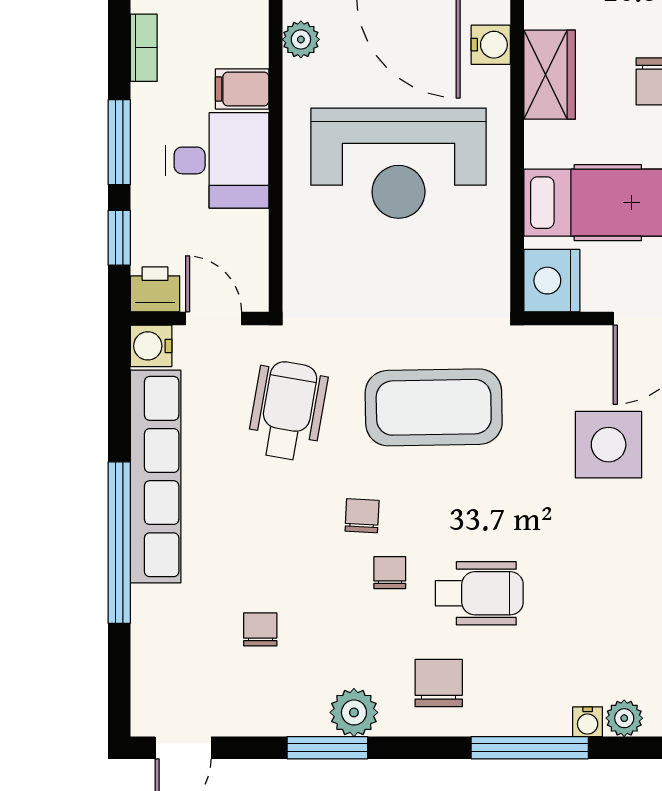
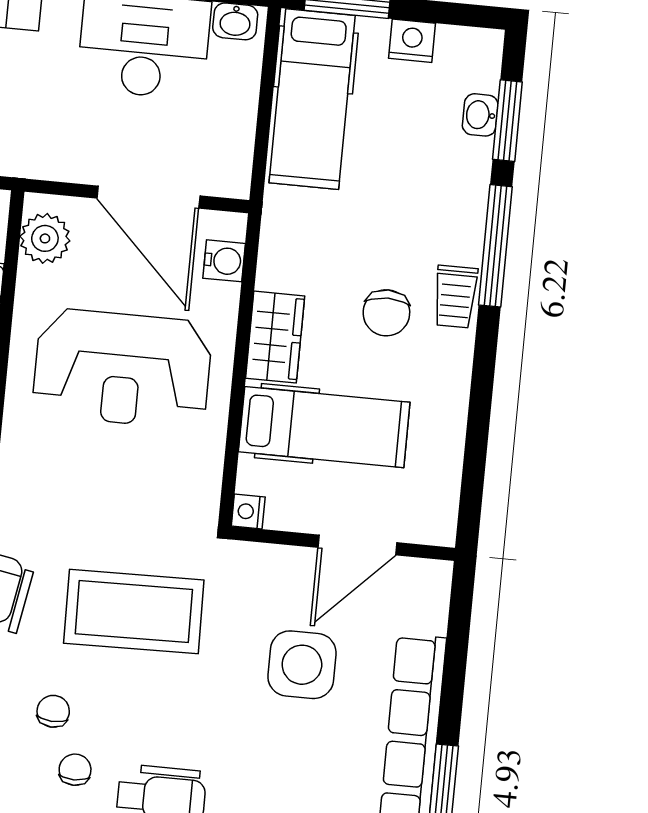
plant: (301, 39) -> (45, 238), width x1.38, depth x1.38
wardrobe: (550, 75) -> (275, 337), moved
nightstand: (552, 281) -> (248, 512), width x0.53, depth x0.56

